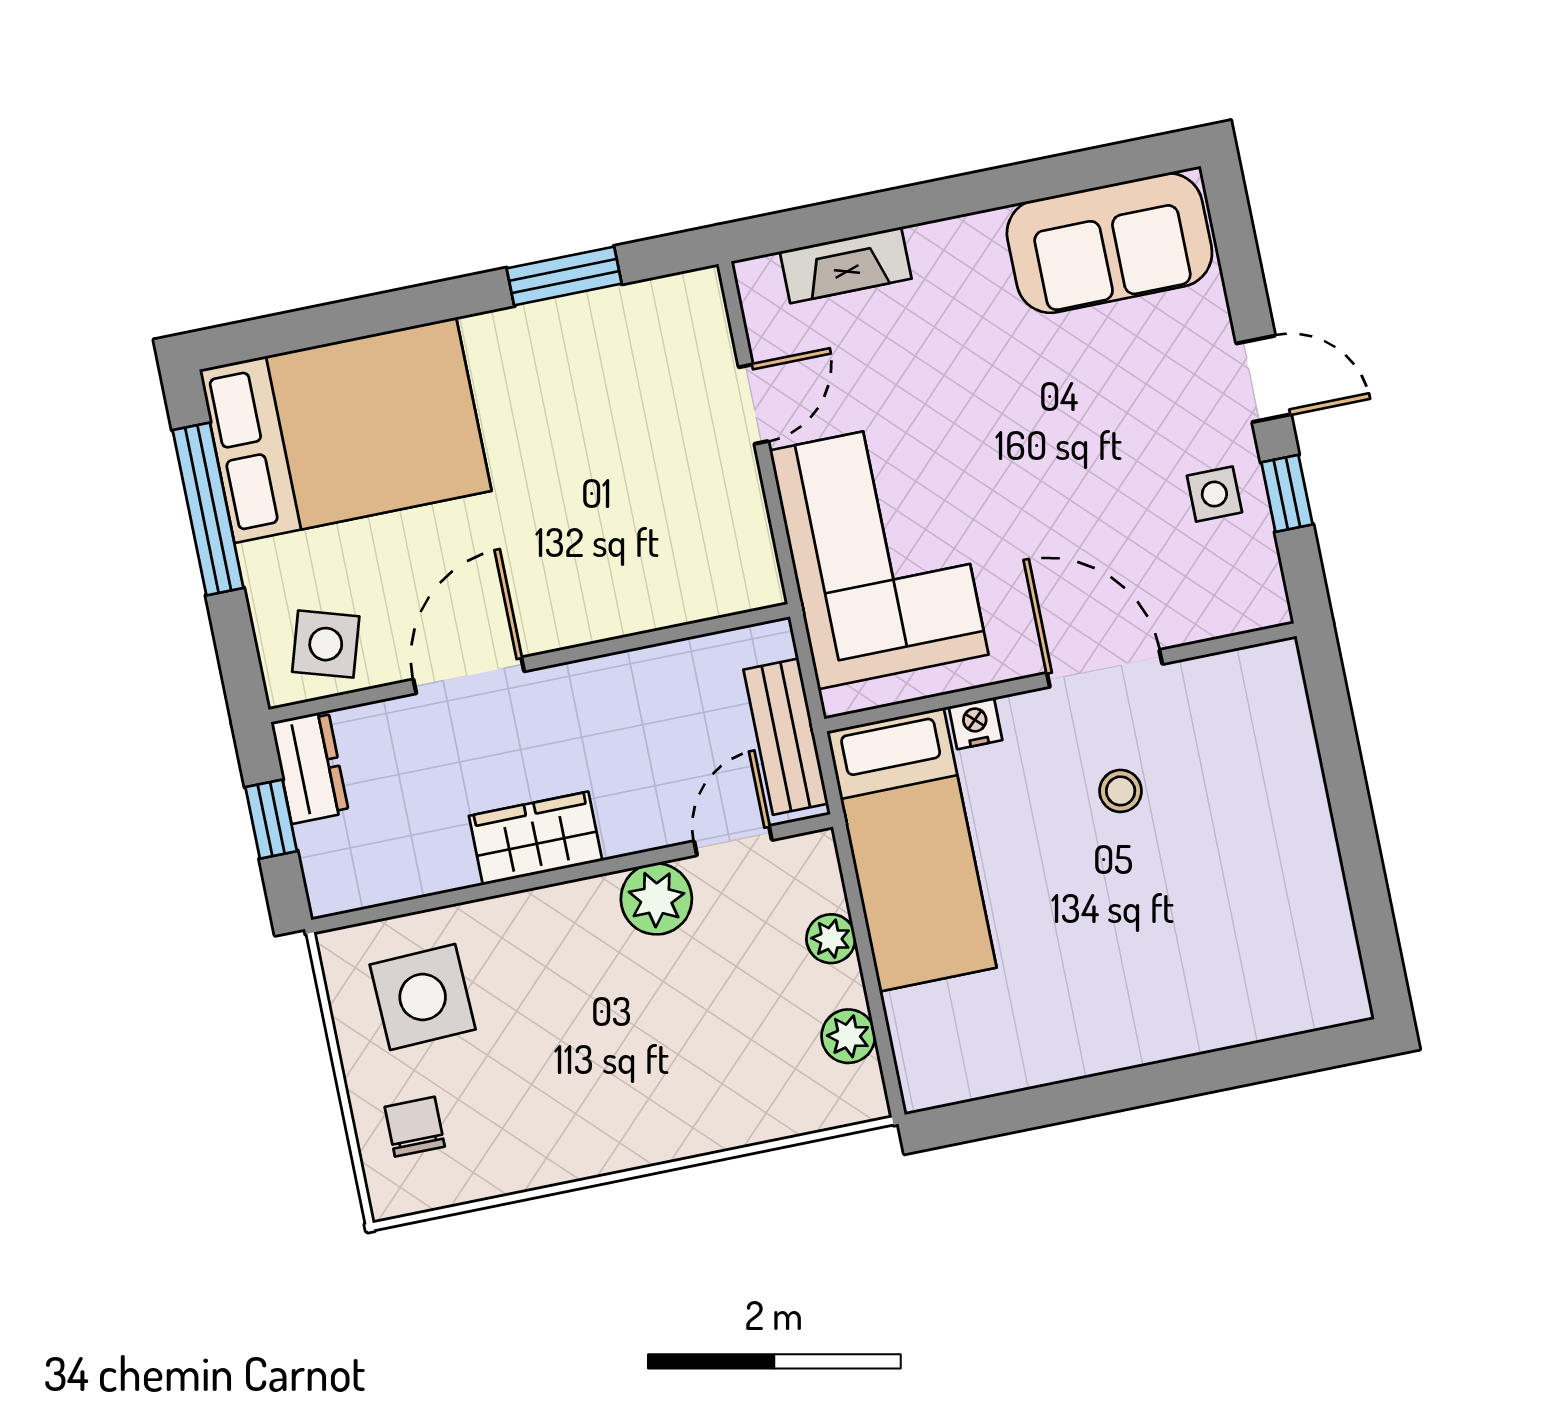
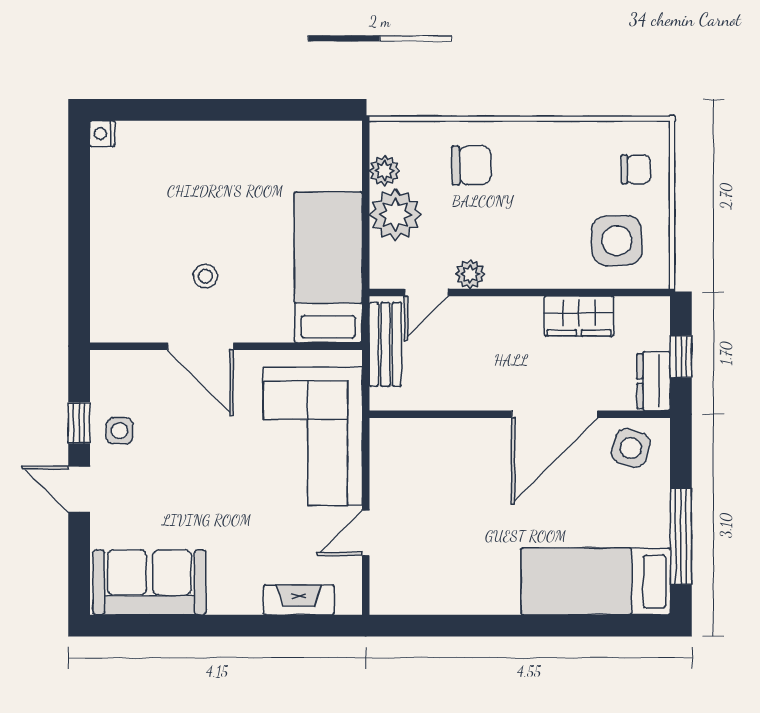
window: (564, 276) -> (457, 626), removed
bed: (345, 430) -> (596, 581), width x0.67
door: (469, 675) -> (555, 414), width x1.36
nightstand: (975, 723) -> (102, 134), moved, turned 90
wardrobe: (536, 838) -> (579, 316), moved
plant: (656, 899) -> (470, 274), width x0.73, depth x0.73
plant: (831, 939) -> (395, 215), width x1.87, depth x1.87
chair: (700, 1076) -> (471, 165), added
chair: (415, 1127) -> (636, 169), turned -90

